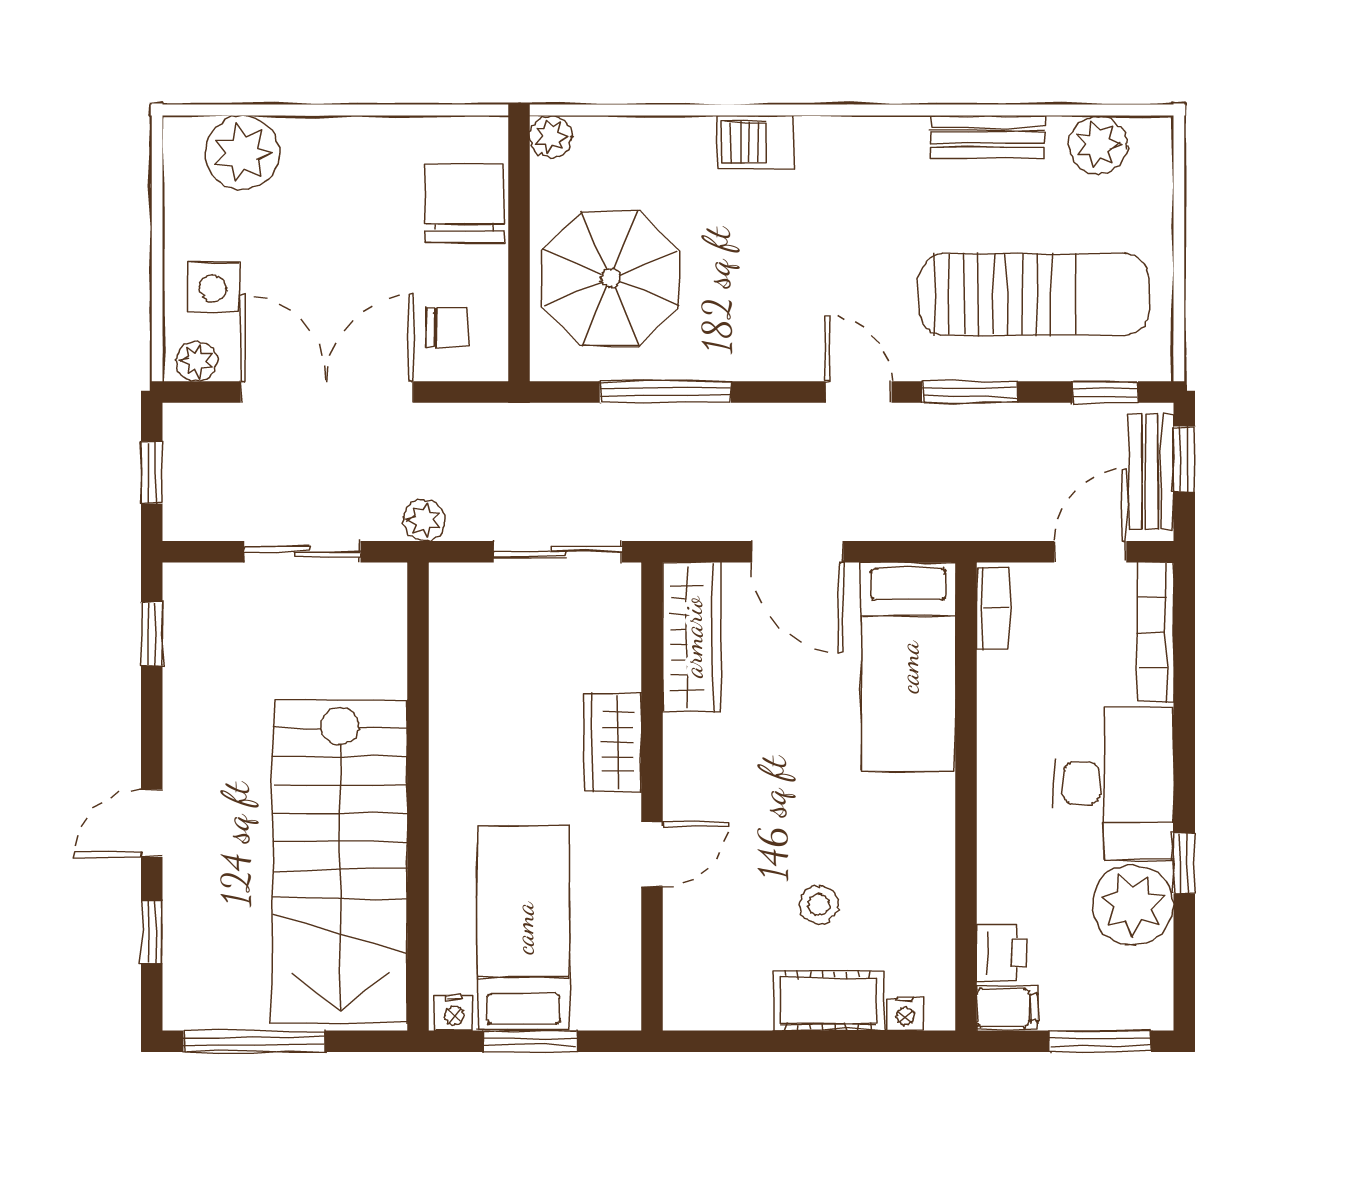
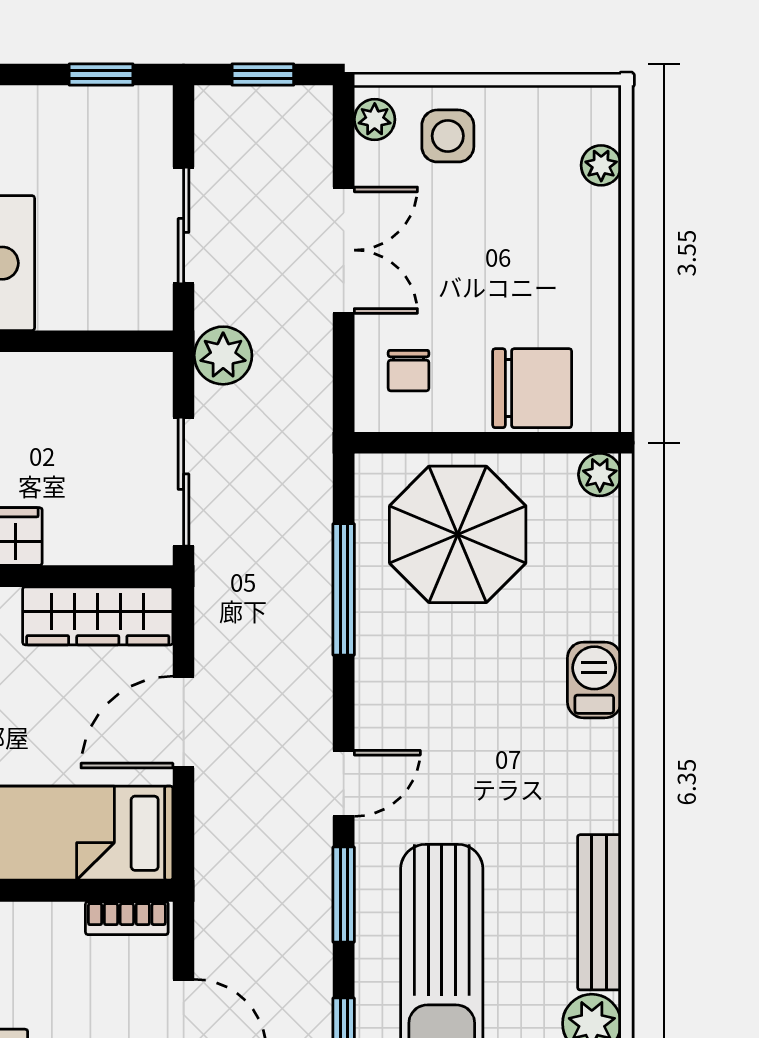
bench: (987, 137) -> (599, 912), width x1.36
plant: (242, 153) -> (601, 165), width x0.53, depth x0.53
double door: (327, 392) -> (344, 250), width x0.73
plant: (424, 520) -> (223, 355), width x1.38, depth x1.38

